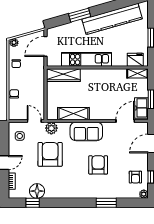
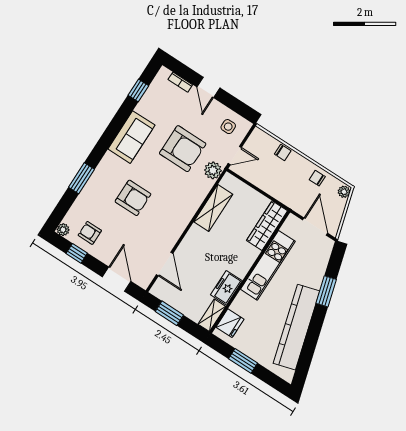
freezer: (141, 108) -> (226, 288), moved, turned -90
sofa: (86, 131) -> (131, 137), moved, turned 180
floor lamp: (37, 191) -> (149, 105), removed

